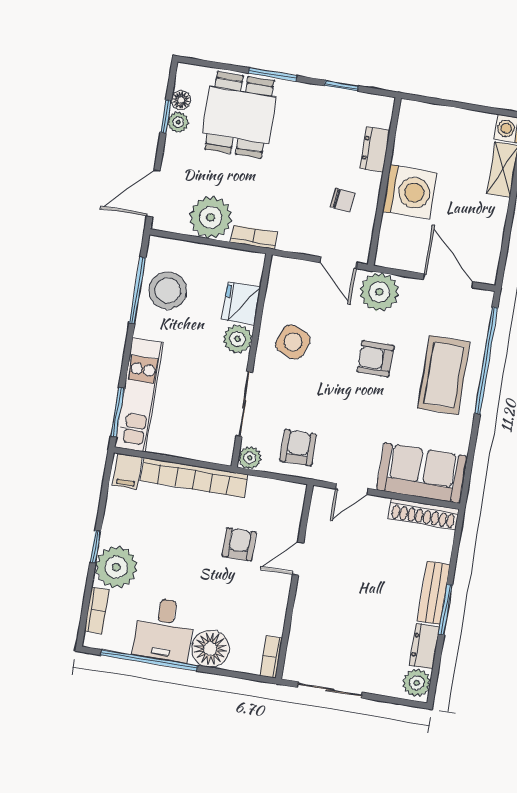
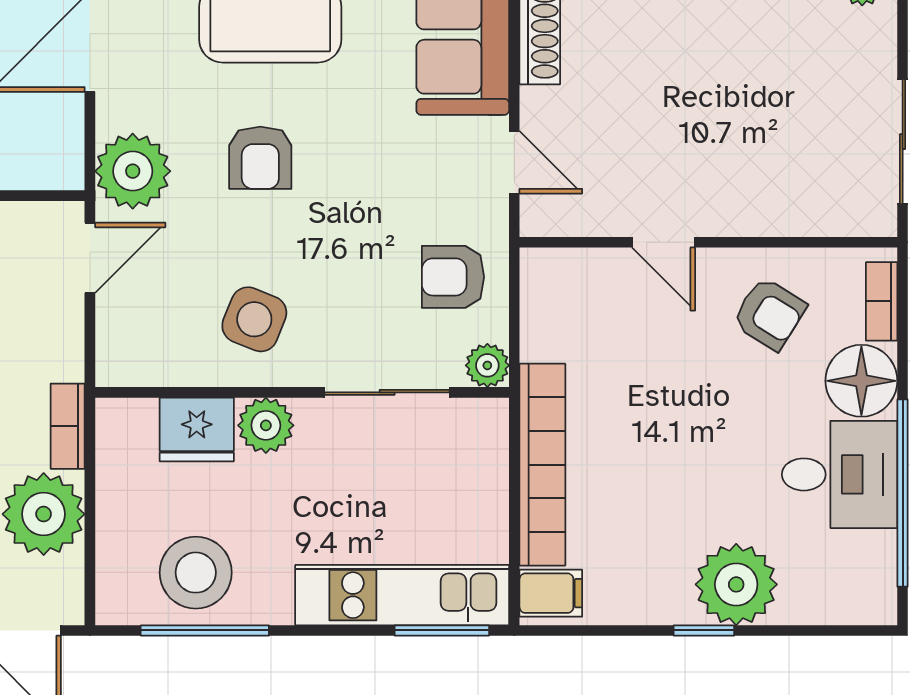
armchair: (239, 544) -> (769, 314), moved, turned -148
bookcase: (97, 610) -> (824, 608), removed
bookcase: (271, 657) -> (882, 301), moved, turned 90

